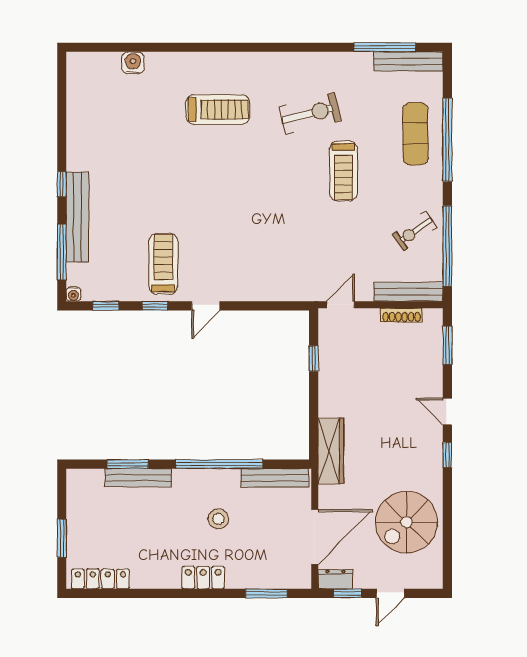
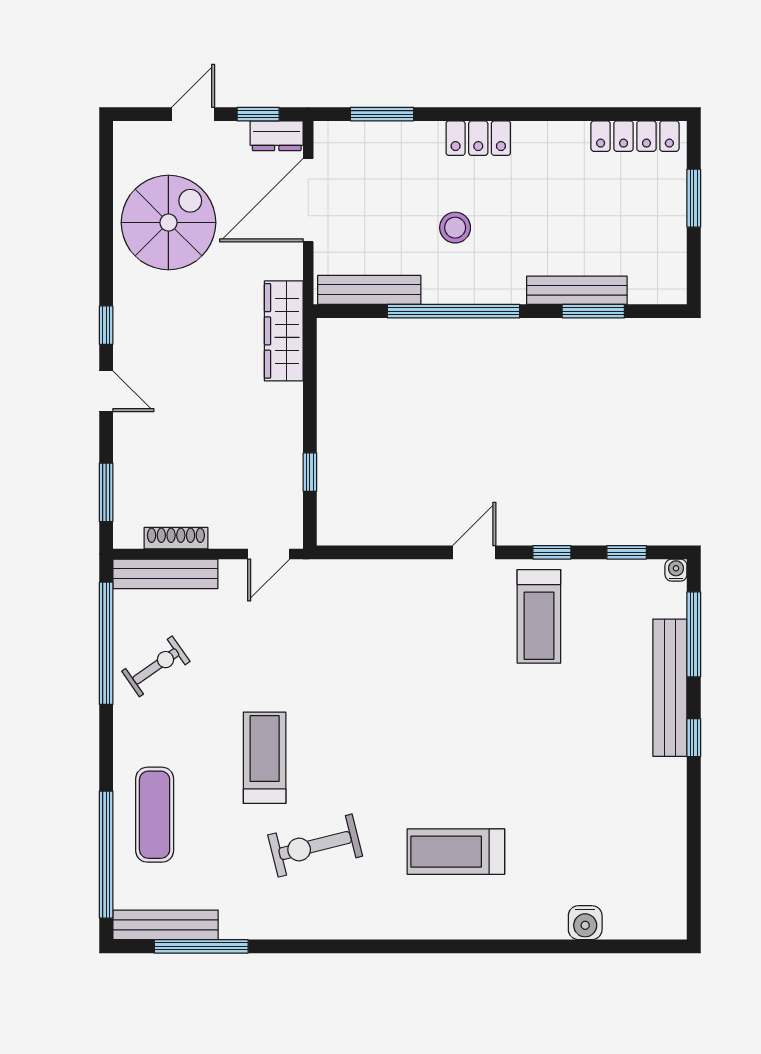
window: (447, 140) -> (106, 855), moved

